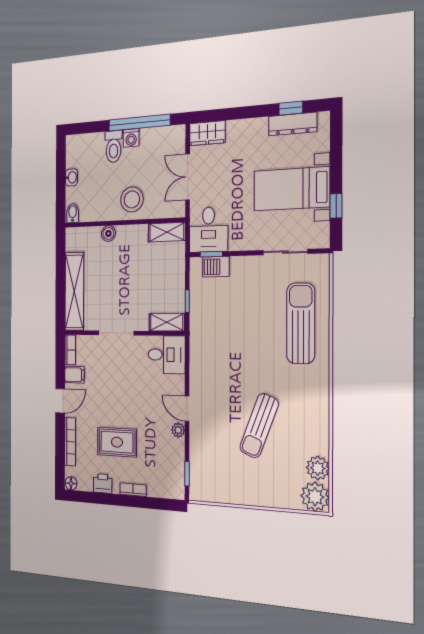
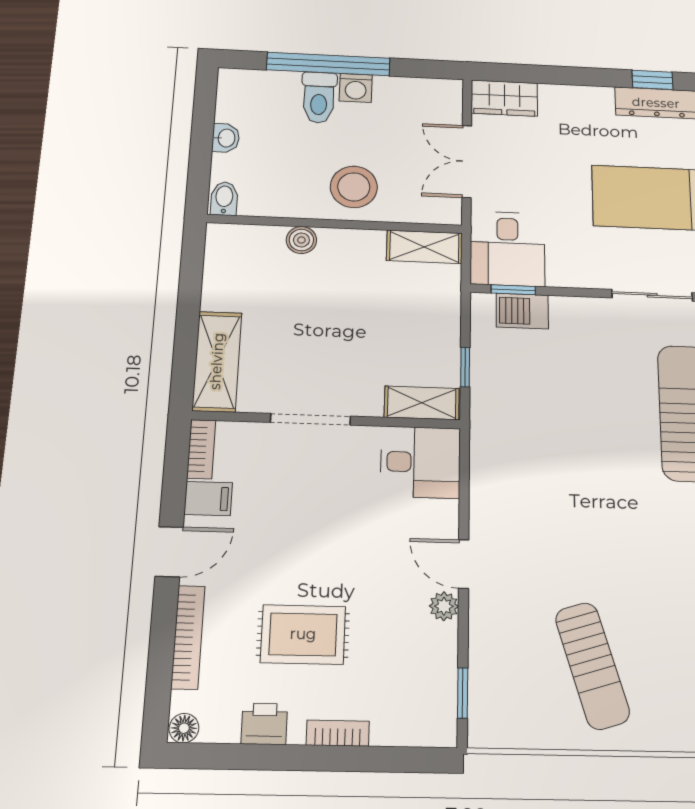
window: (139, 123) -> (328, 64), moved
shelving: (74, 291) -> (217, 361), width x0.68
sun lounger: (259, 426) -> (592, 666), moved, turned -38

